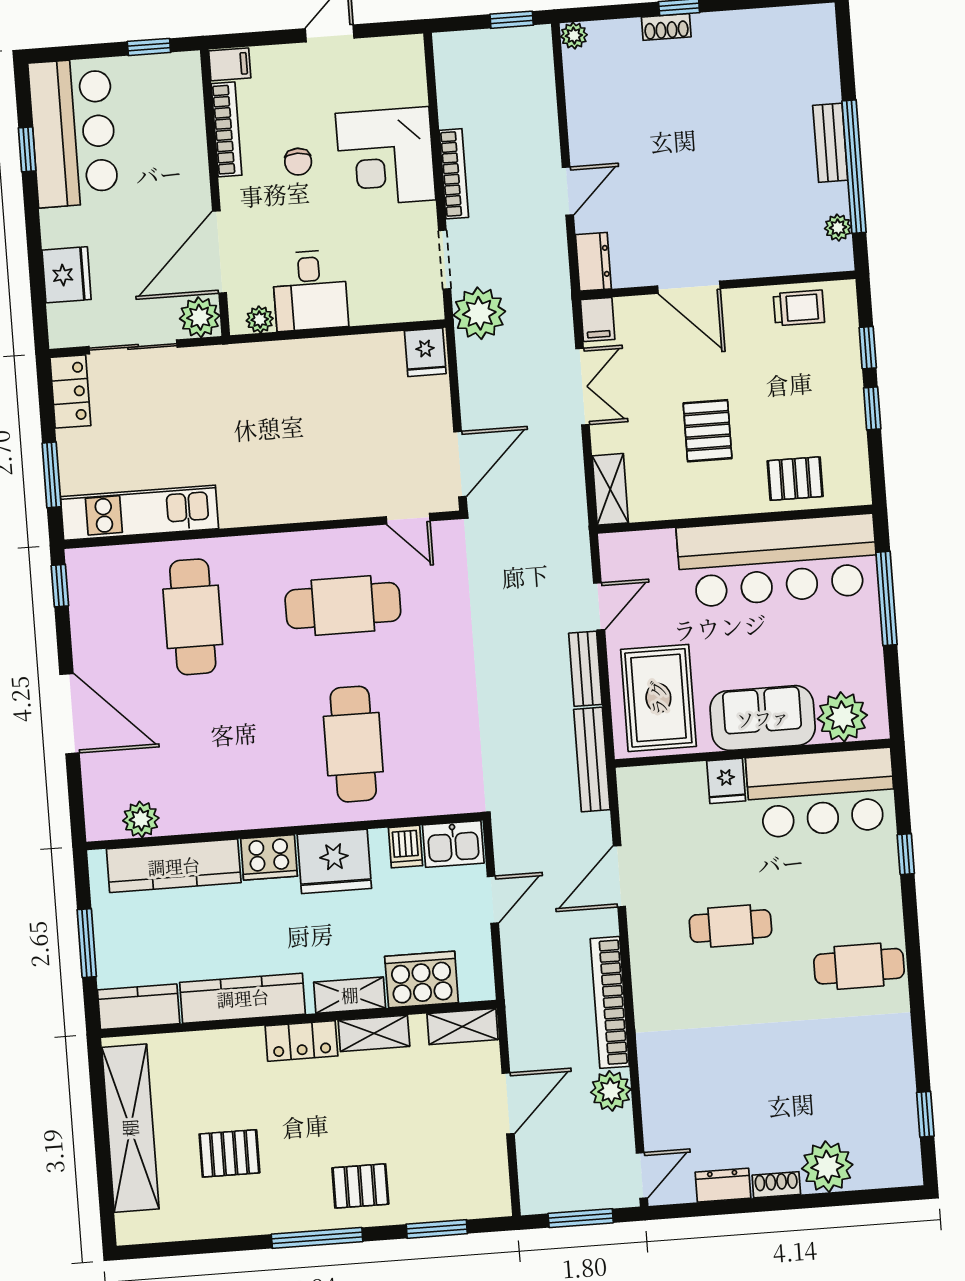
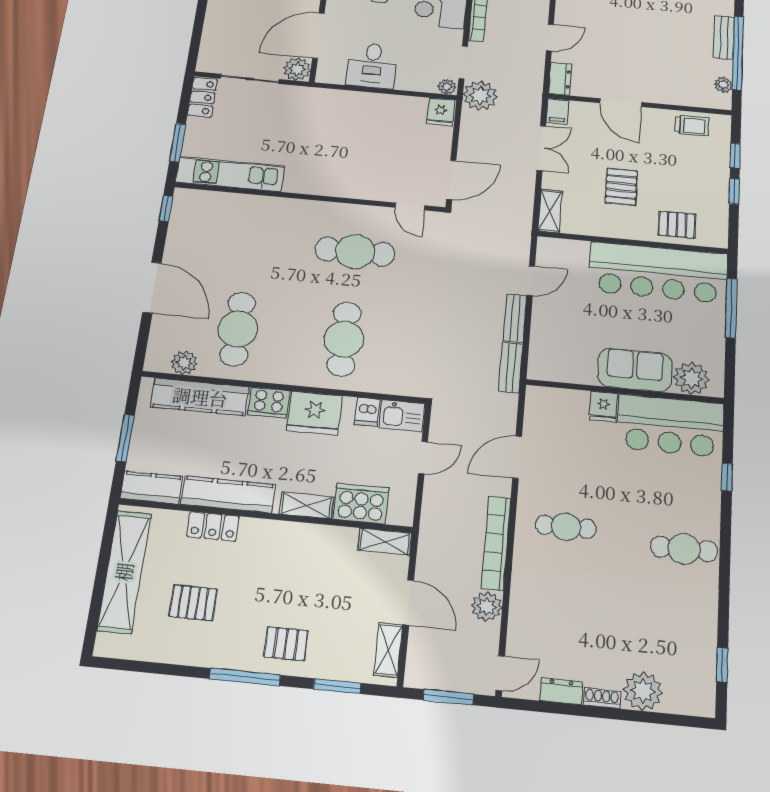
fridge: (67, 275) -> (217, 33), removed
plant: (260, 320) -> (447, 87), moved
cafe table: (193, 617) -> (238, 329), moved
rug: (658, 698) -> (563, 345), removed
bench: (592, 760) -> (511, 368), width x0.73
cafe table: (730, 926) -> (566, 527), moved
shelving: (374, 1033) -> (388, 650), moved, turned 90
locker: (301, 1041) -> (213, 526), moved
door: (508, 1103) -> (408, 602), hinge flipped

